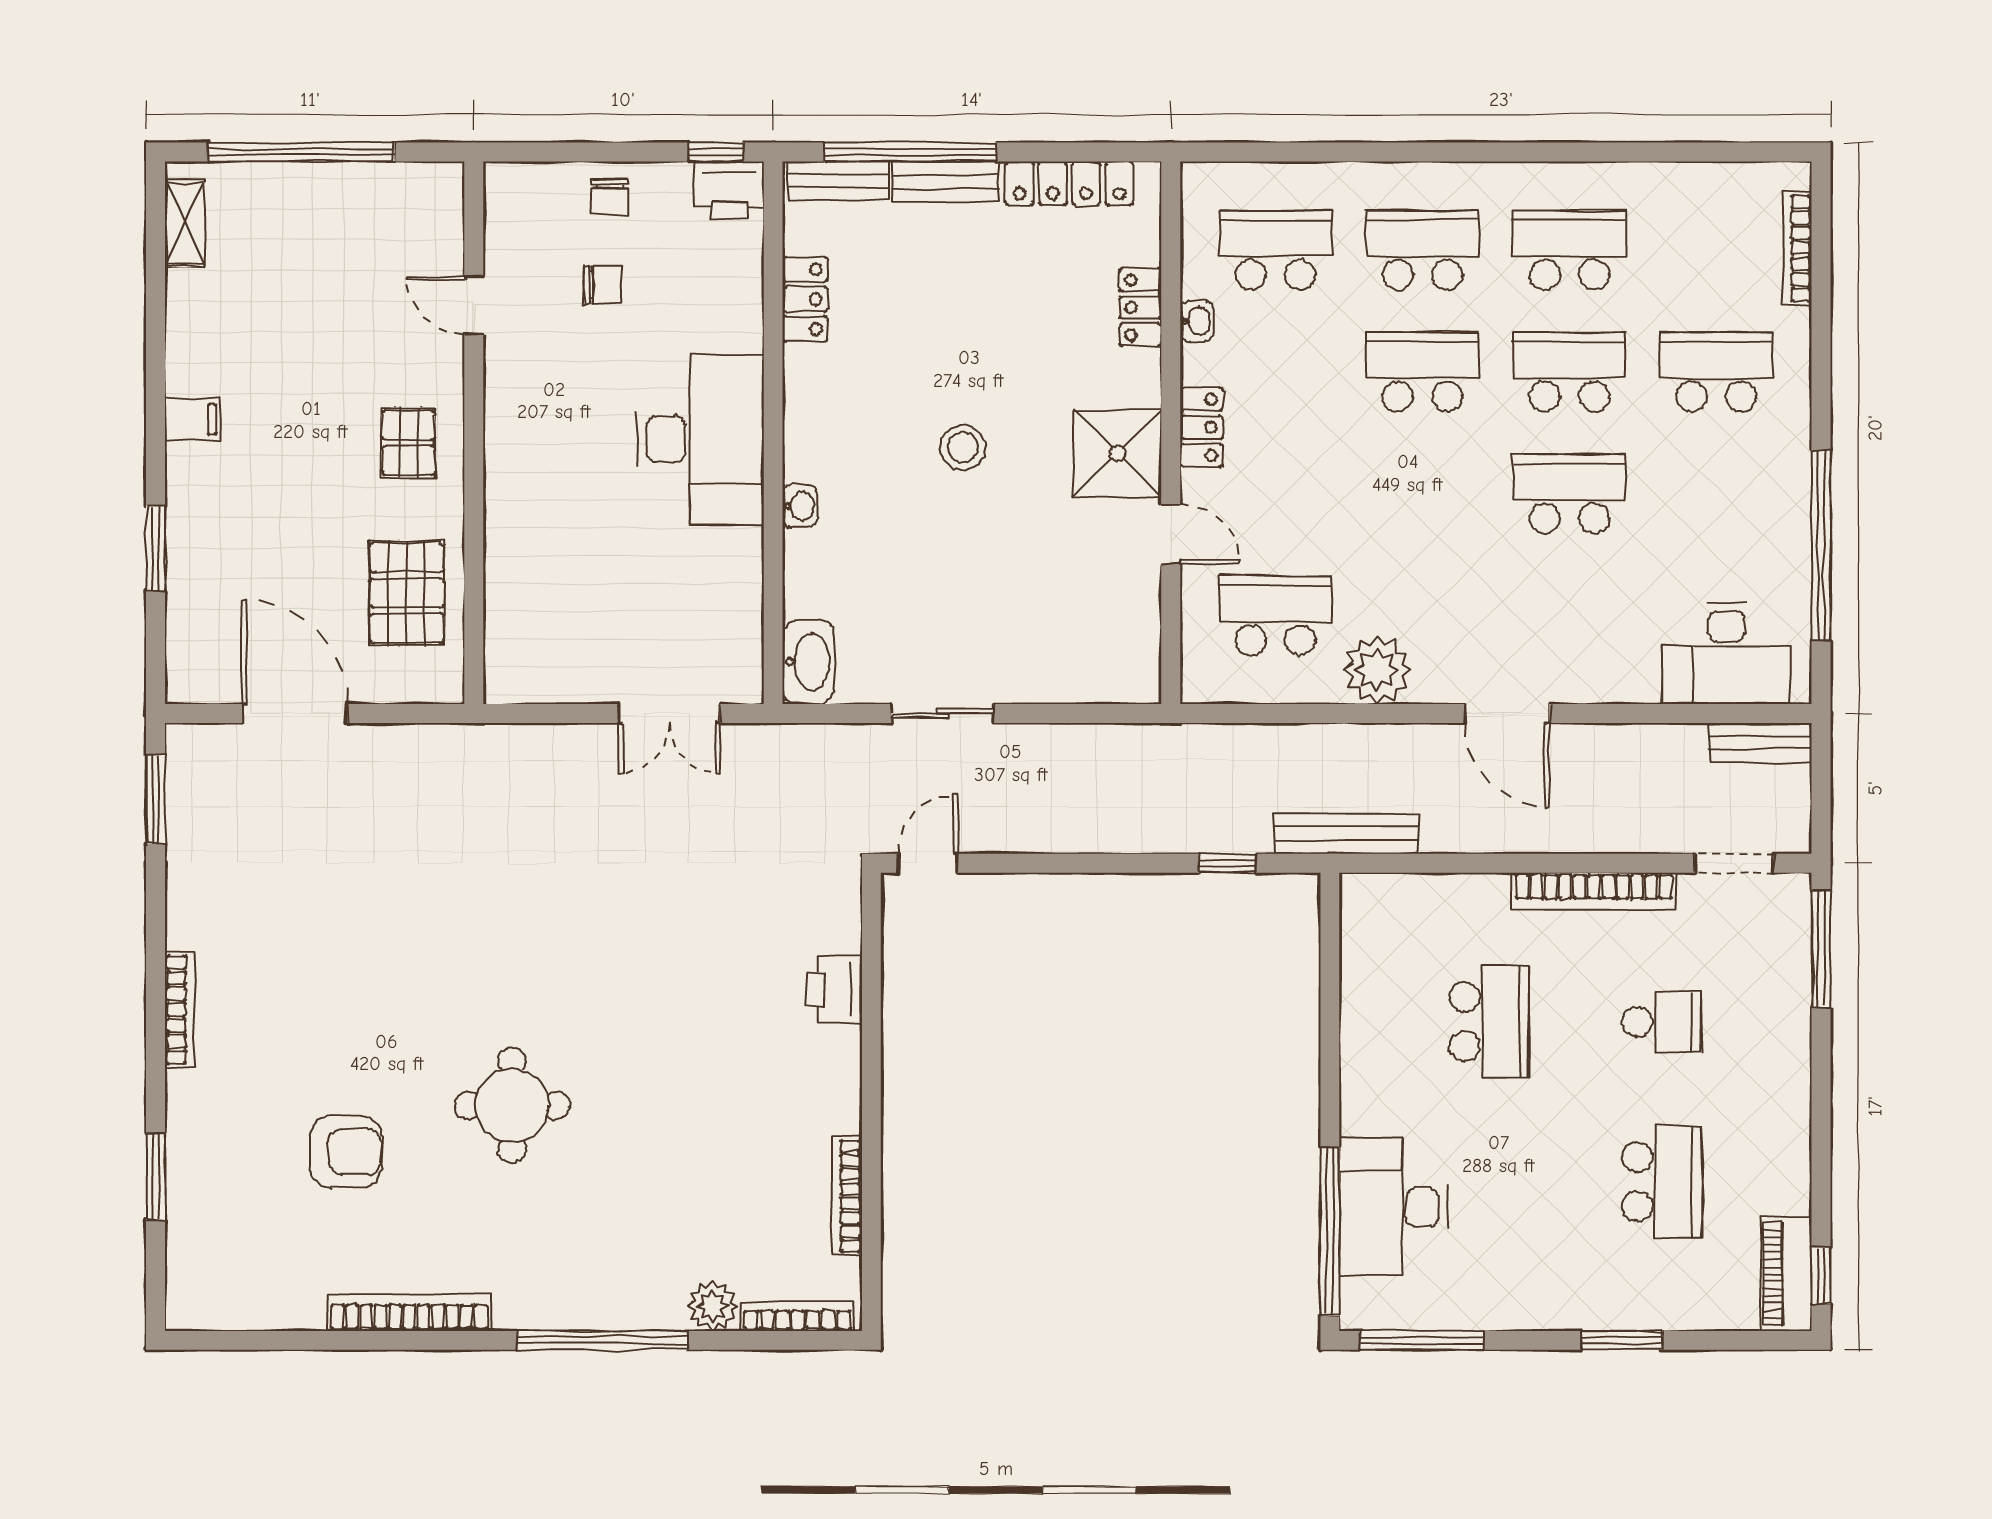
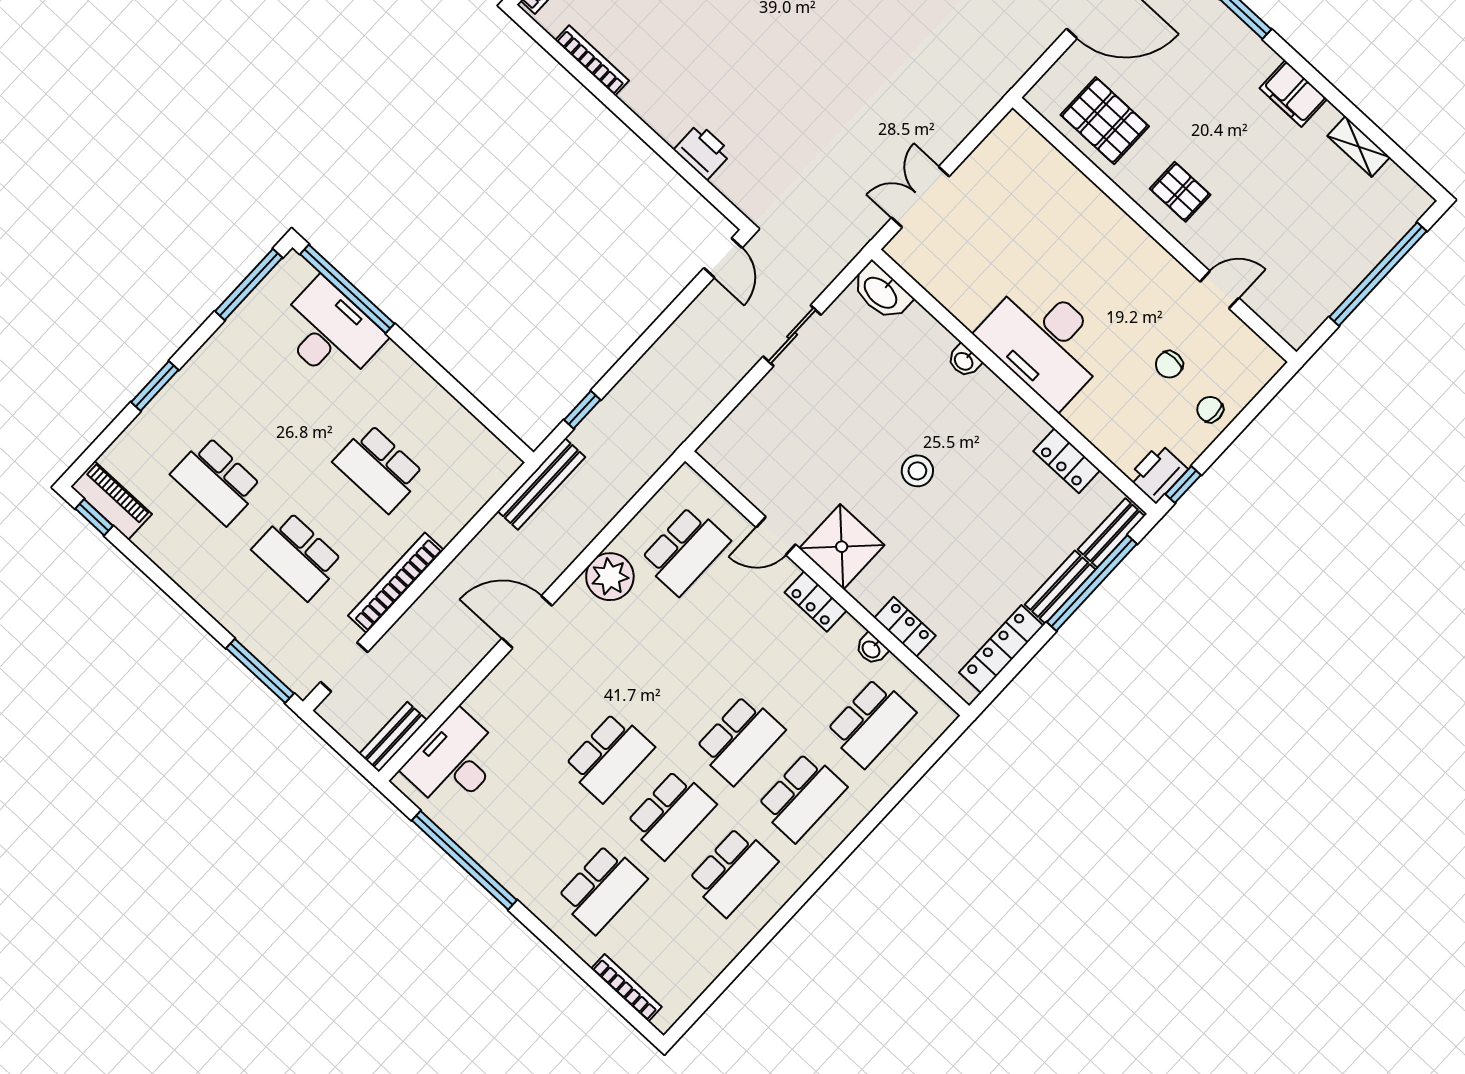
shelving: (185, 223) -> (1359, 146), moved
filing cabinet: (193, 419) -> (1293, 93), width x2.00
school desk: (1662, 1022) -> (298, 556), width x1.85

